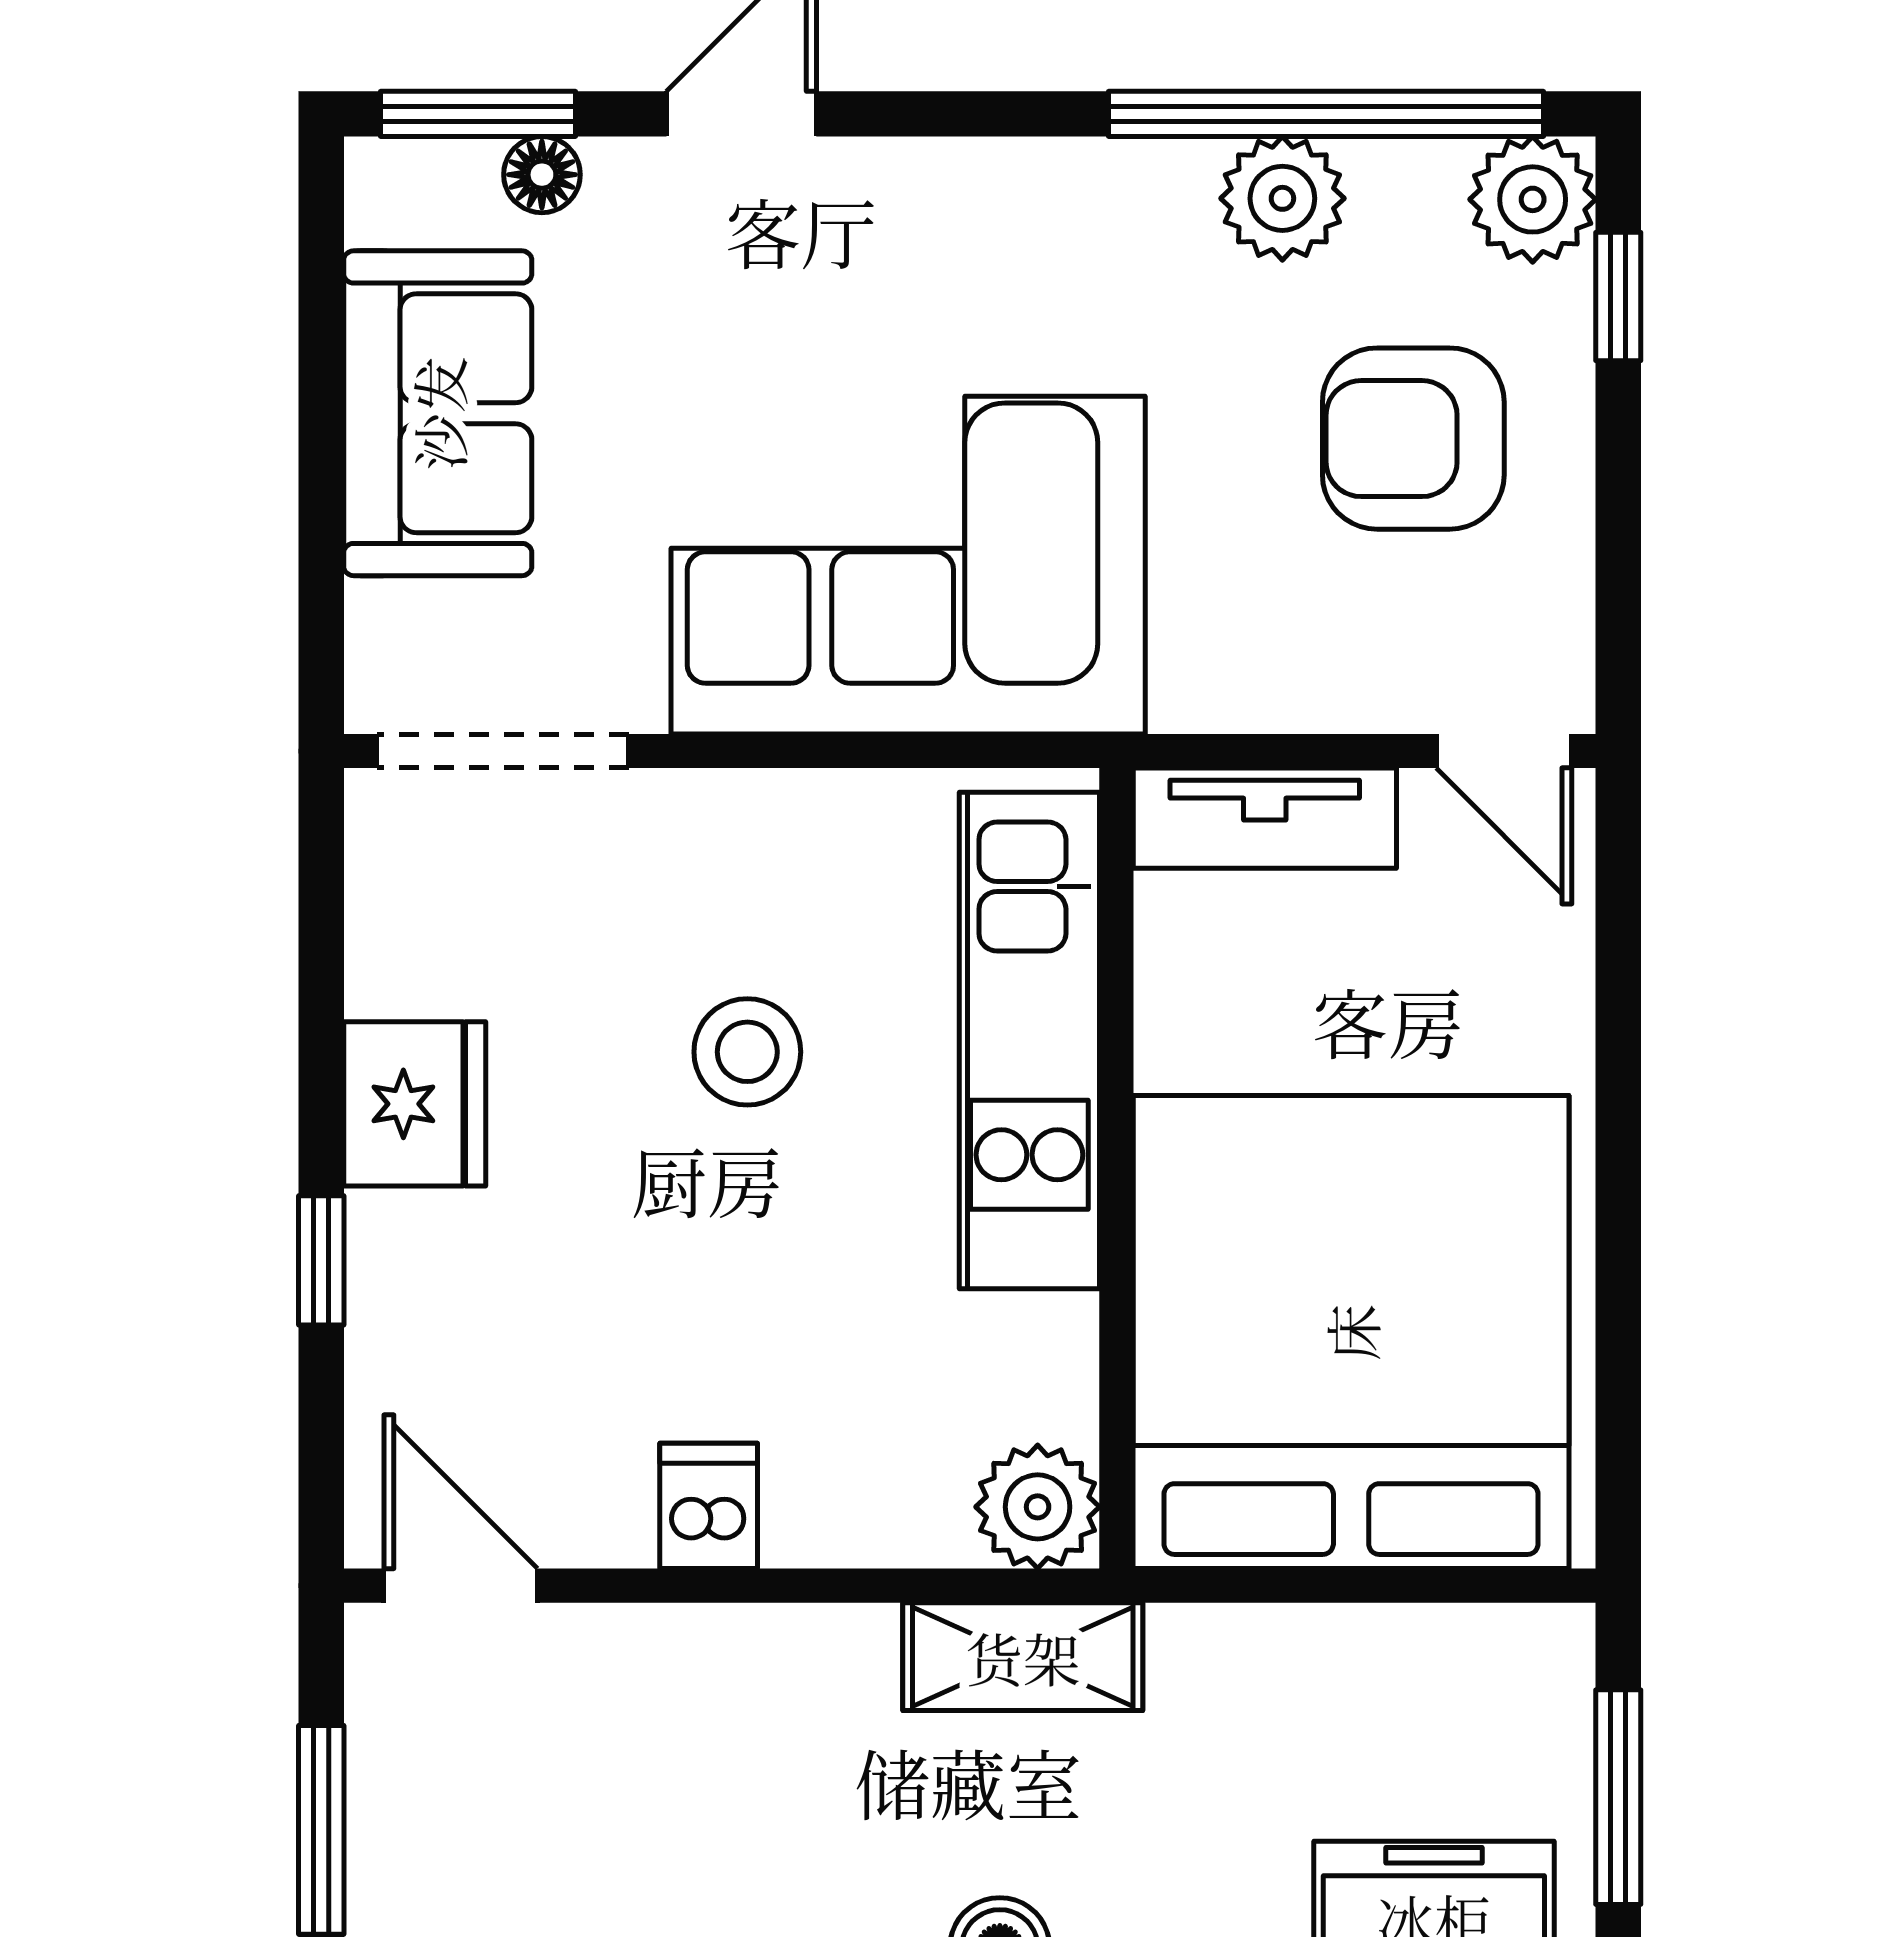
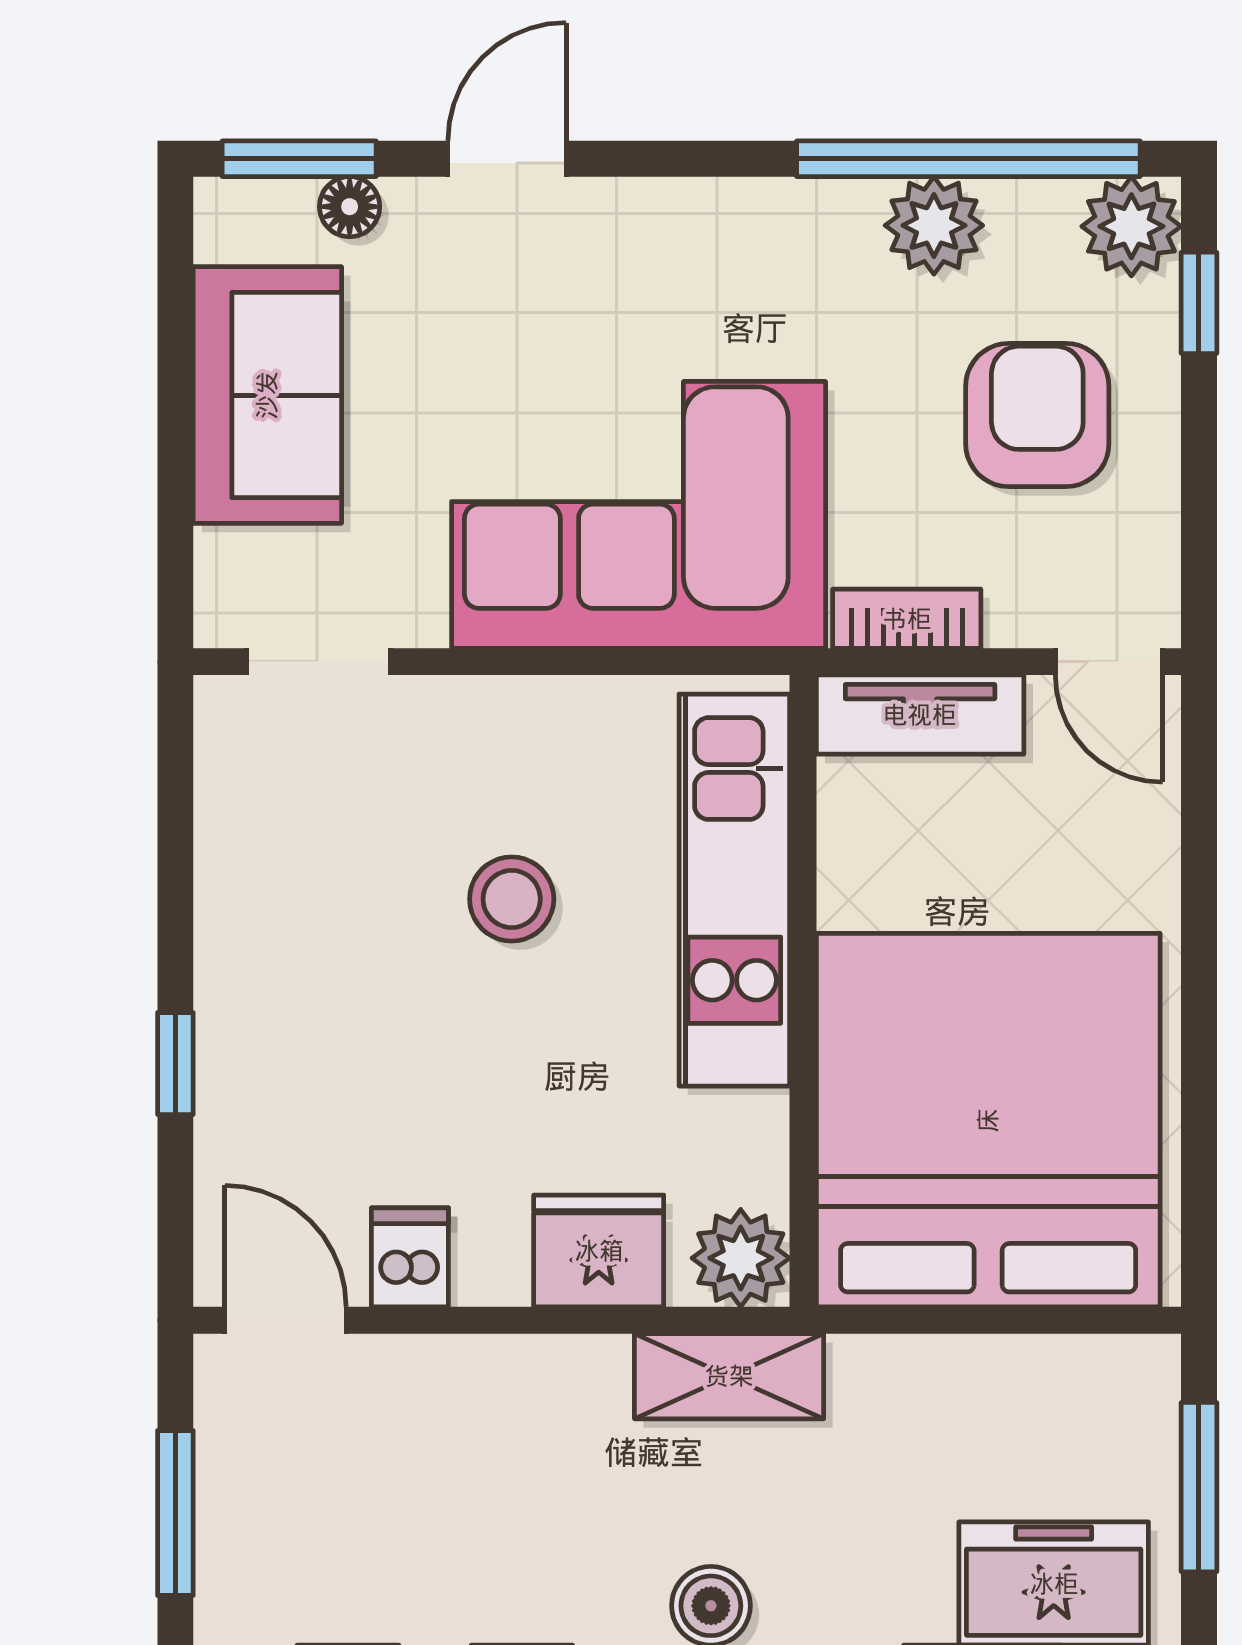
armchair: (1413, 439) -> (1037, 415), turned 90
bookcase: (1248, 697) -> (907, 619), added
doorway: (503, 751) -> (319, 662), width x0.73
fridge: (415, 1104) -> (599, 1251), moved, turned -90
dishwasher: (709, 1506) -> (410, 1257), moved

